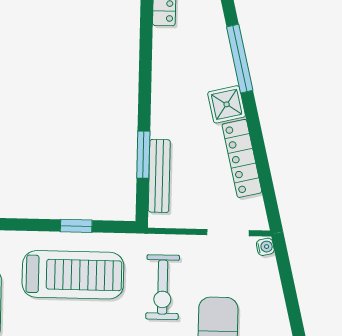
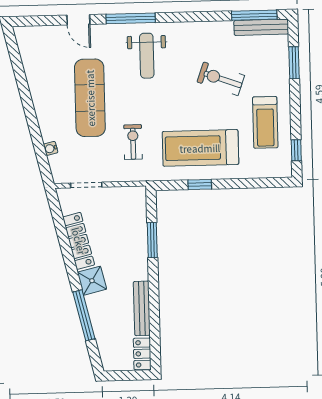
bench: (159, 176) -> (142, 308), moved
water cooler: (265, 247) -> (51, 148), moved
exercise bike: (163, 287) -> (133, 142), width x0.73, depth x0.72

